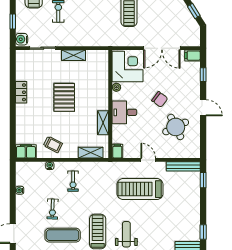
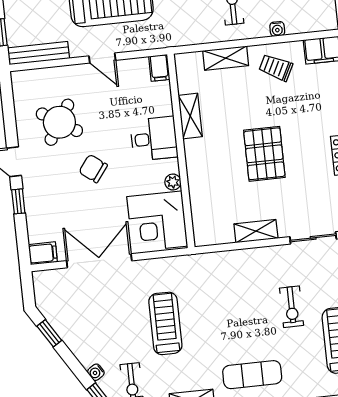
window: (203, 75) -> (18, 201), moved
round table: (176, 127) -> (59, 122), turned -32
shelving: (91, 153) -> (226, 58), moved

